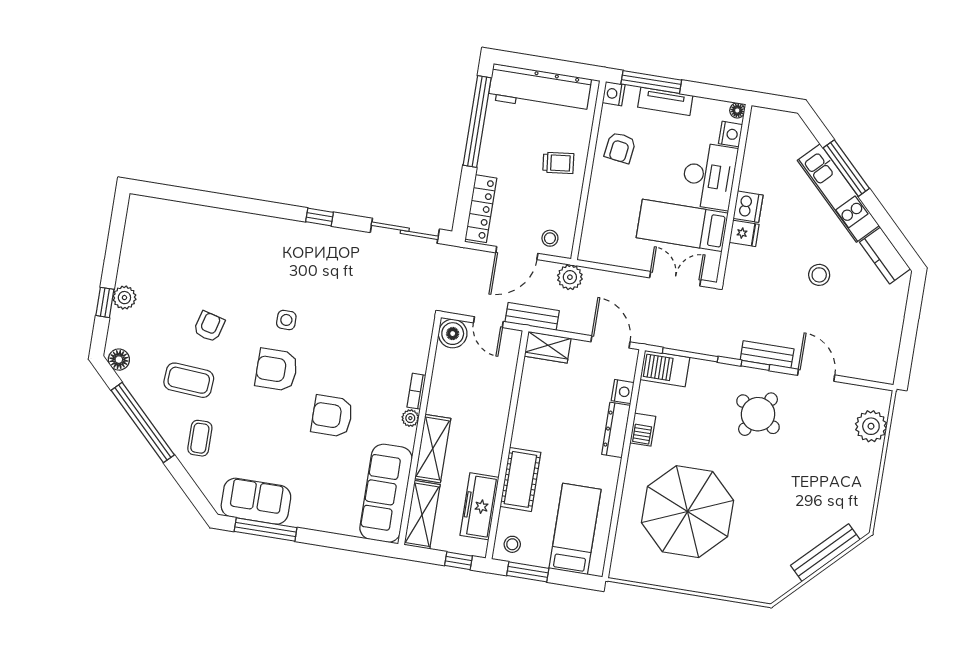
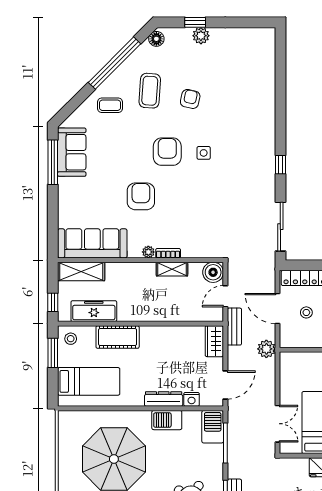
stool: (550, 238) -> (306, 312), moved
armchair: (209, 326) -> (190, 99), turned -92
barbecue: (643, 430) -> (167, 420), width x1.38, depth x1.27
shelving: (433, 449) -> (172, 269), moved, width x0.67, depth x0.75

